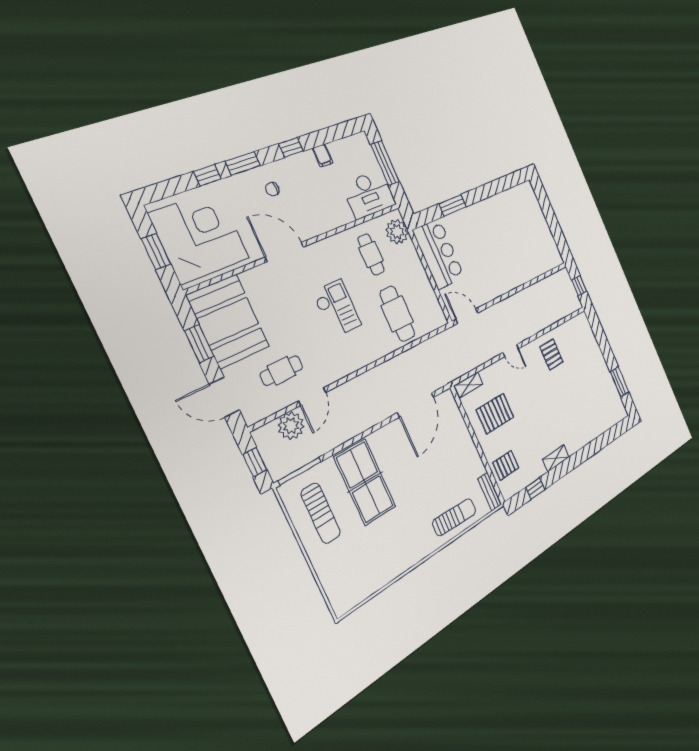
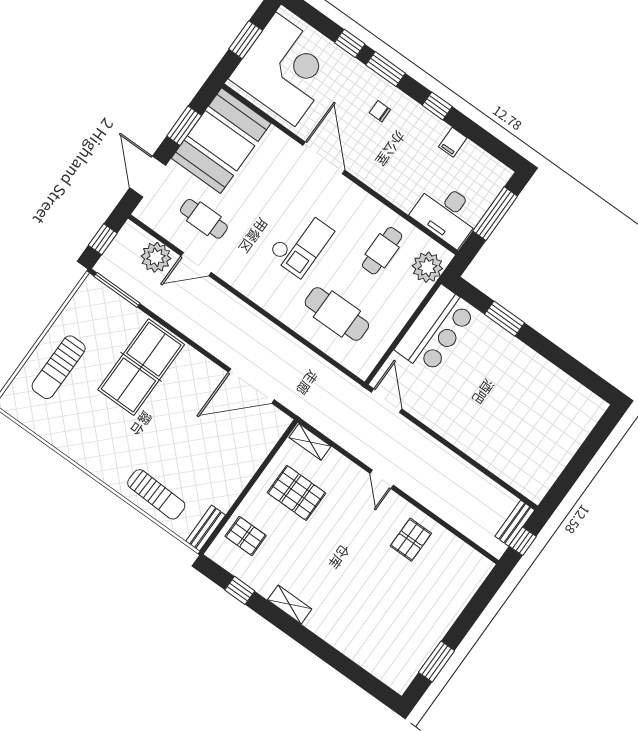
bench: (568, 283) -> (515, 523), added
cafe table: (397, 314) -> (337, 314), turned 90
sun lounger: (321, 513) -> (59, 367), moved

